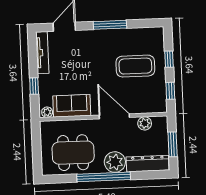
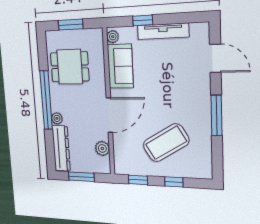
tv unit: (42, 53) -> (163, 31), moved
coffee table: (135, 66) -> (166, 143), turned 59
window: (37, 151) -> (71, 25), added
dining table: (73, 153) -> (70, 67), width x0.73
plant: (115, 162) -> (57, 118), width x0.53, depth x0.53

